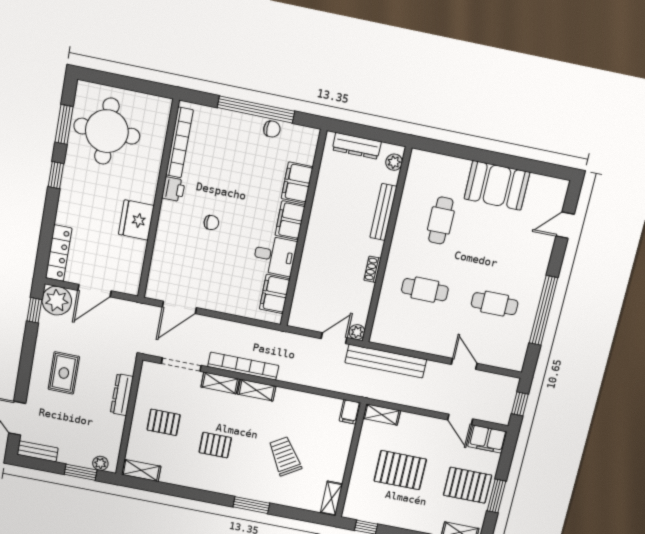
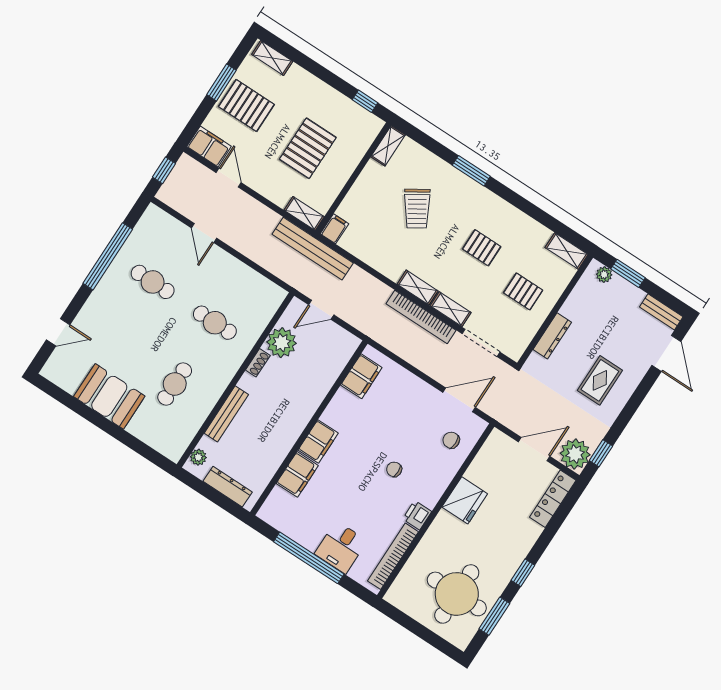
chair: (272, 129) -> (451, 440), moved
desk: (275, 256) -> (341, 547), moved, turned -90
plant: (357, 332) -> (282, 343), moved, width x1.88, depth x1.88
bench: (386, 361) -> (313, 249), moved
pallet: (400, 470) -> (308, 148), turned 90

